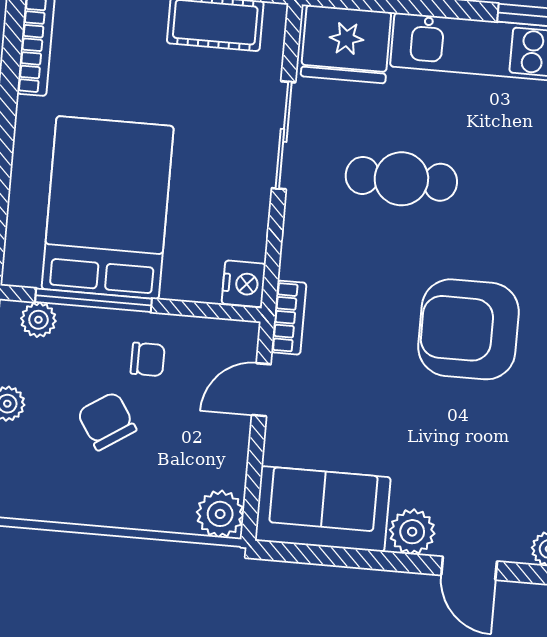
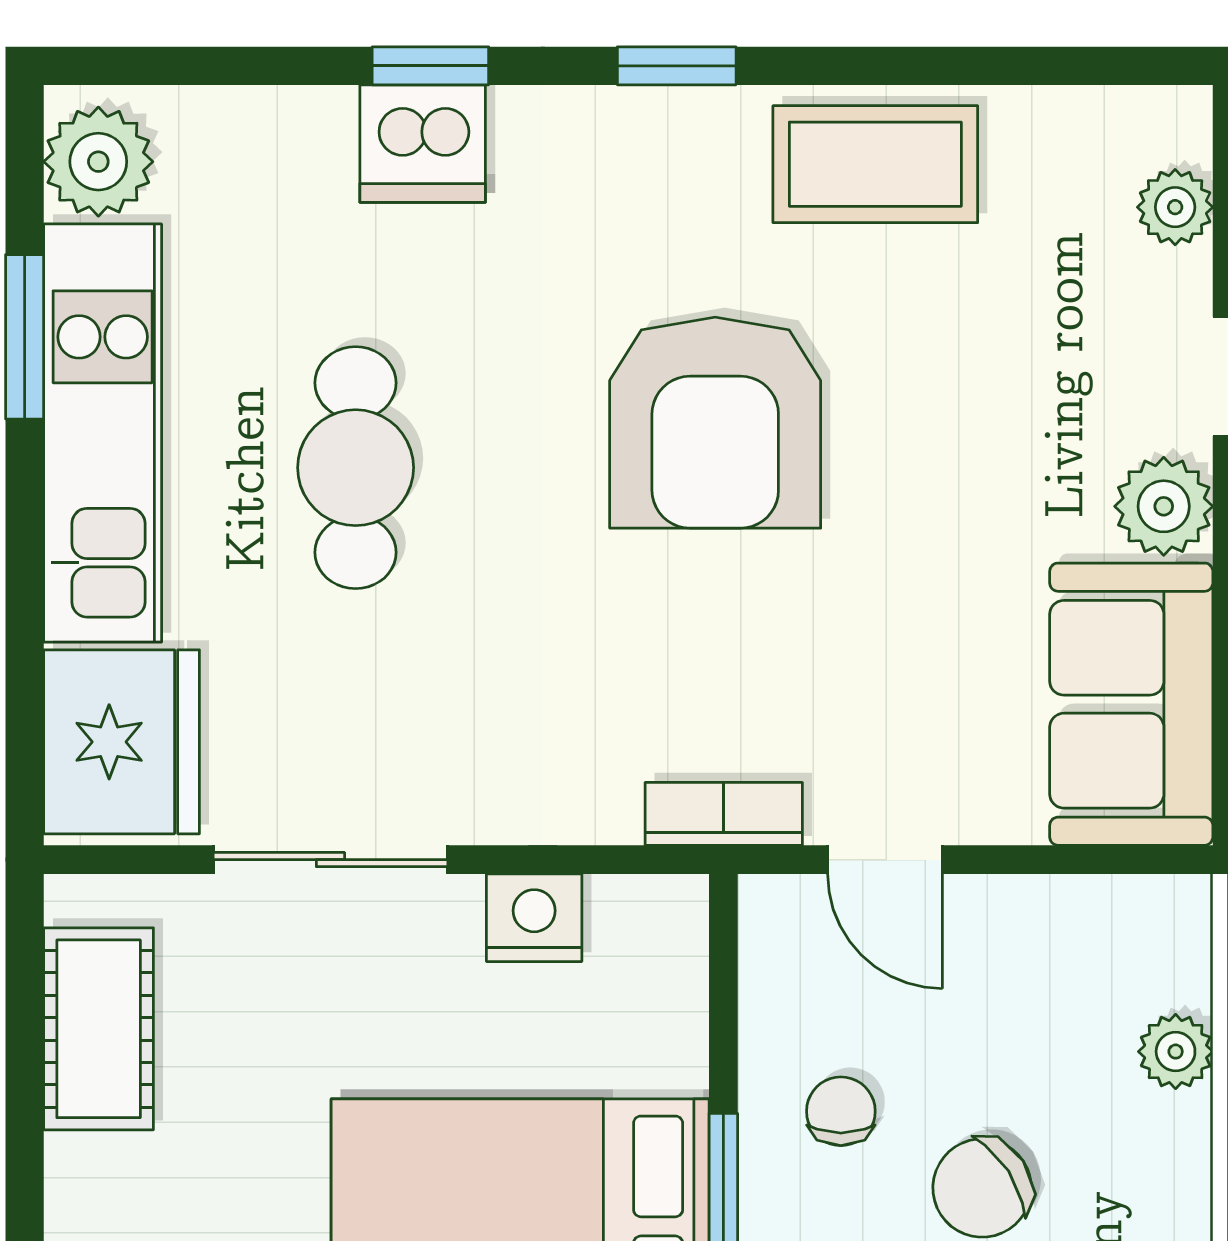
cafe table: (401, 179) -> (356, 468), moved
nightstand: (244, 284) -> (534, 918), moved
plant: (220, 514) -> (1176, 1052), moved, width x0.73, depth x0.73

